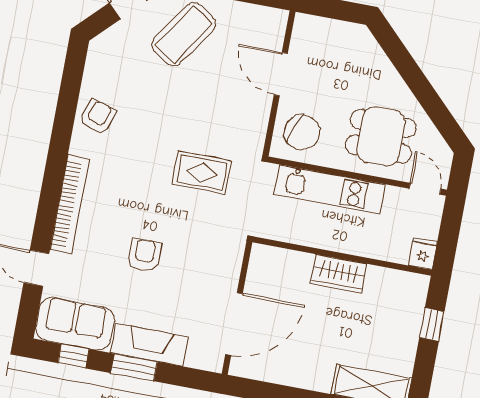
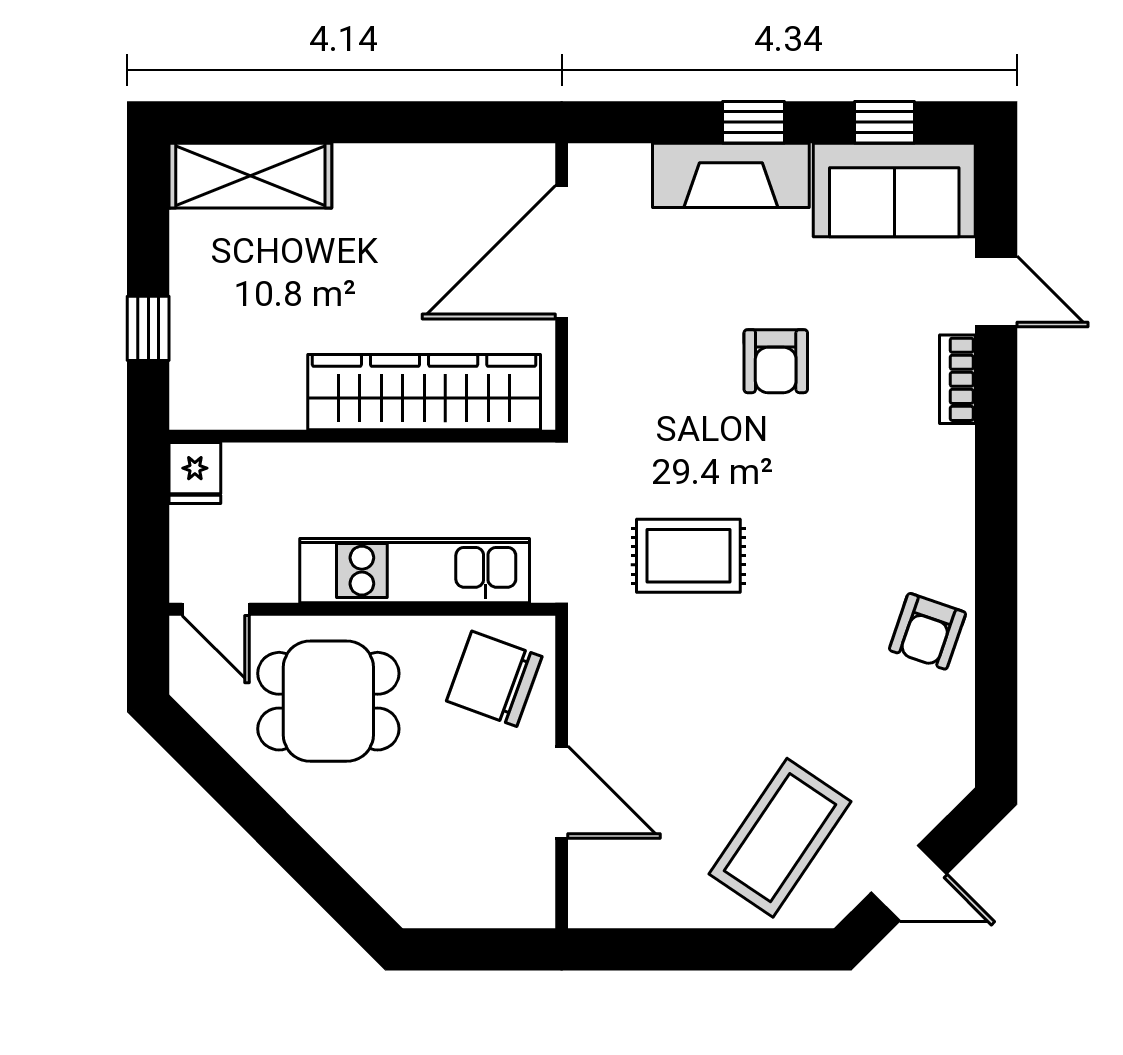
bookcase: (70, 204) -> (957, 379), width x0.43, depth x0.76
wardrobe: (338, 274) -> (424, 392), width x2.10, depth x1.17
window: (134, 367) -> (754, 122), width x0.67

